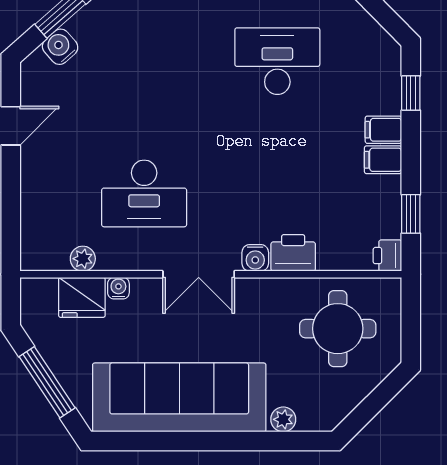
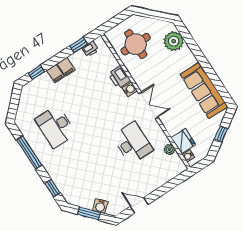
printer: (387, 256) -> (90, 49), moved
water cooler: (118, 288) -> (188, 156), moved
window: (47, 382) -> (221, 134), width x0.46
sofa: (179, 397) -> (204, 90), width x0.74, depth x0.79
plant: (283, 419) -> (174, 41), width x1.88, depth x1.88

